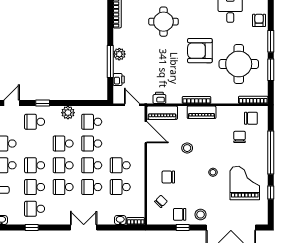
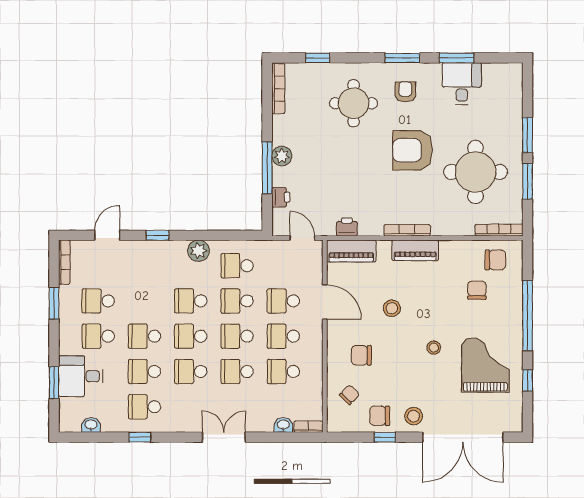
armchair: (259, 20) -> (405, 92), moved
school desk: (35, 122) -> (283, 301), moved
door: (146, 132) -> (325, 302), moved

